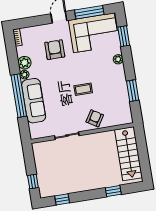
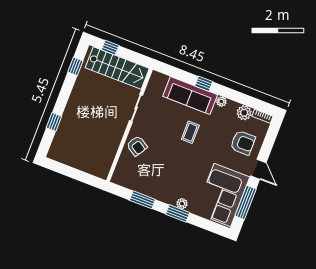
window: (124, 36) -> (178, 213), moved
armchair: (55, 50) -> (243, 143), moved
plant: (25, 63) -> (244, 113), moved
coffee table: (83, 89) -> (190, 132), moved
window: (19, 96) -> (204, 84), width x0.32
stairs: (128, 154) -> (117, 68), moved, turned 180

